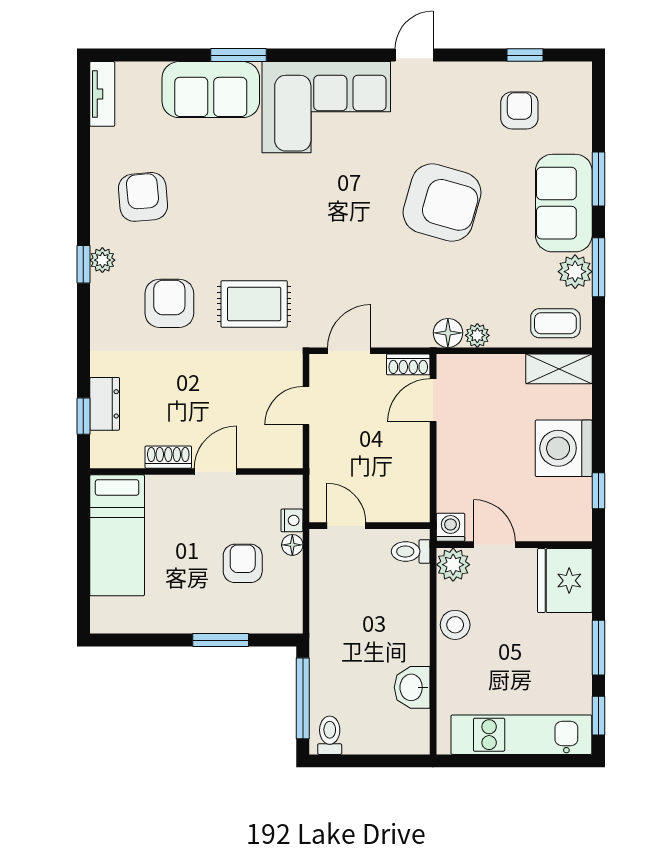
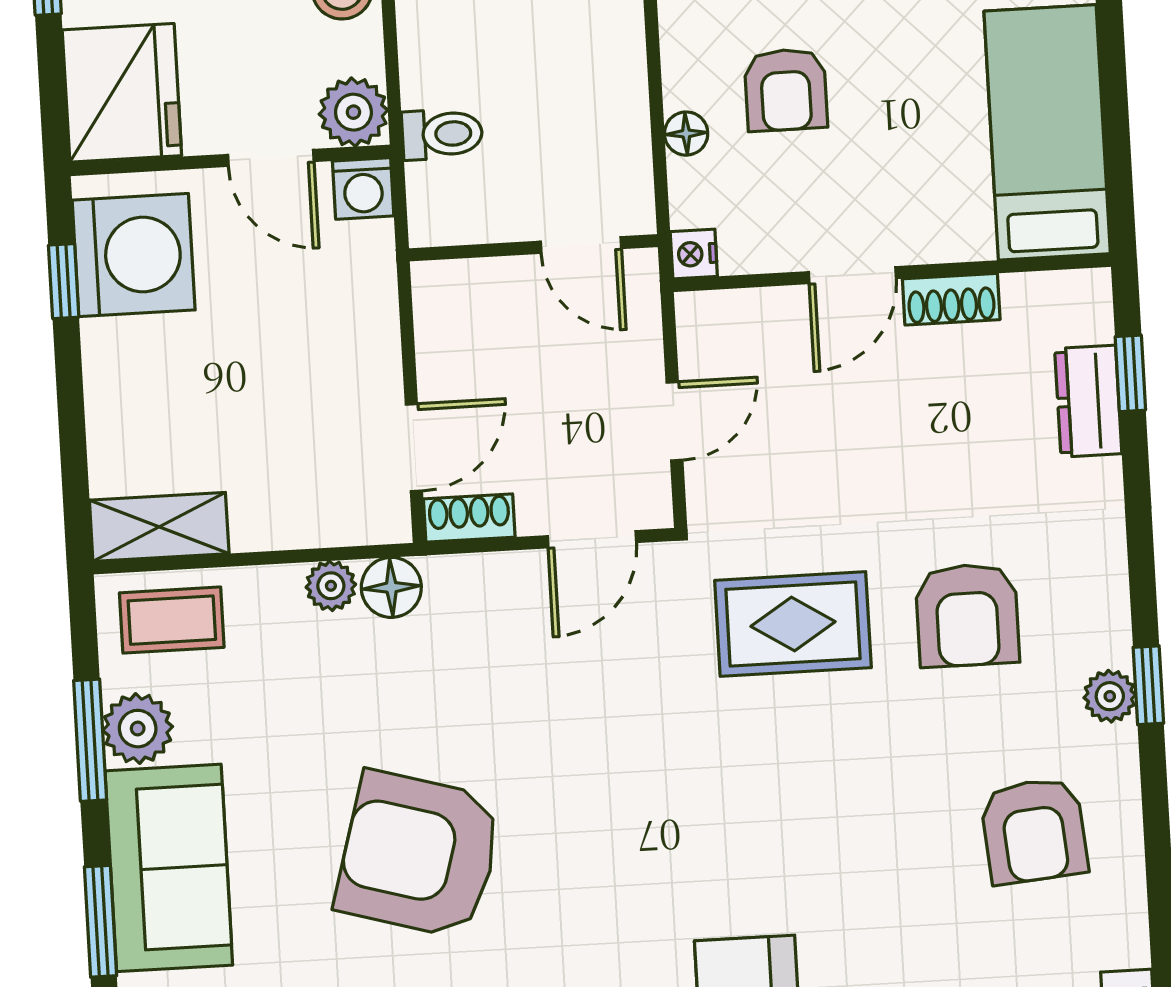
washing machine: (564, 448) -> (134, 255), moved
nightstand: (292, 520) -> (694, 254), moved
door: (346, 526) -> (581, 245), moved
wall: (370, 526) -> (533, 248), moved

